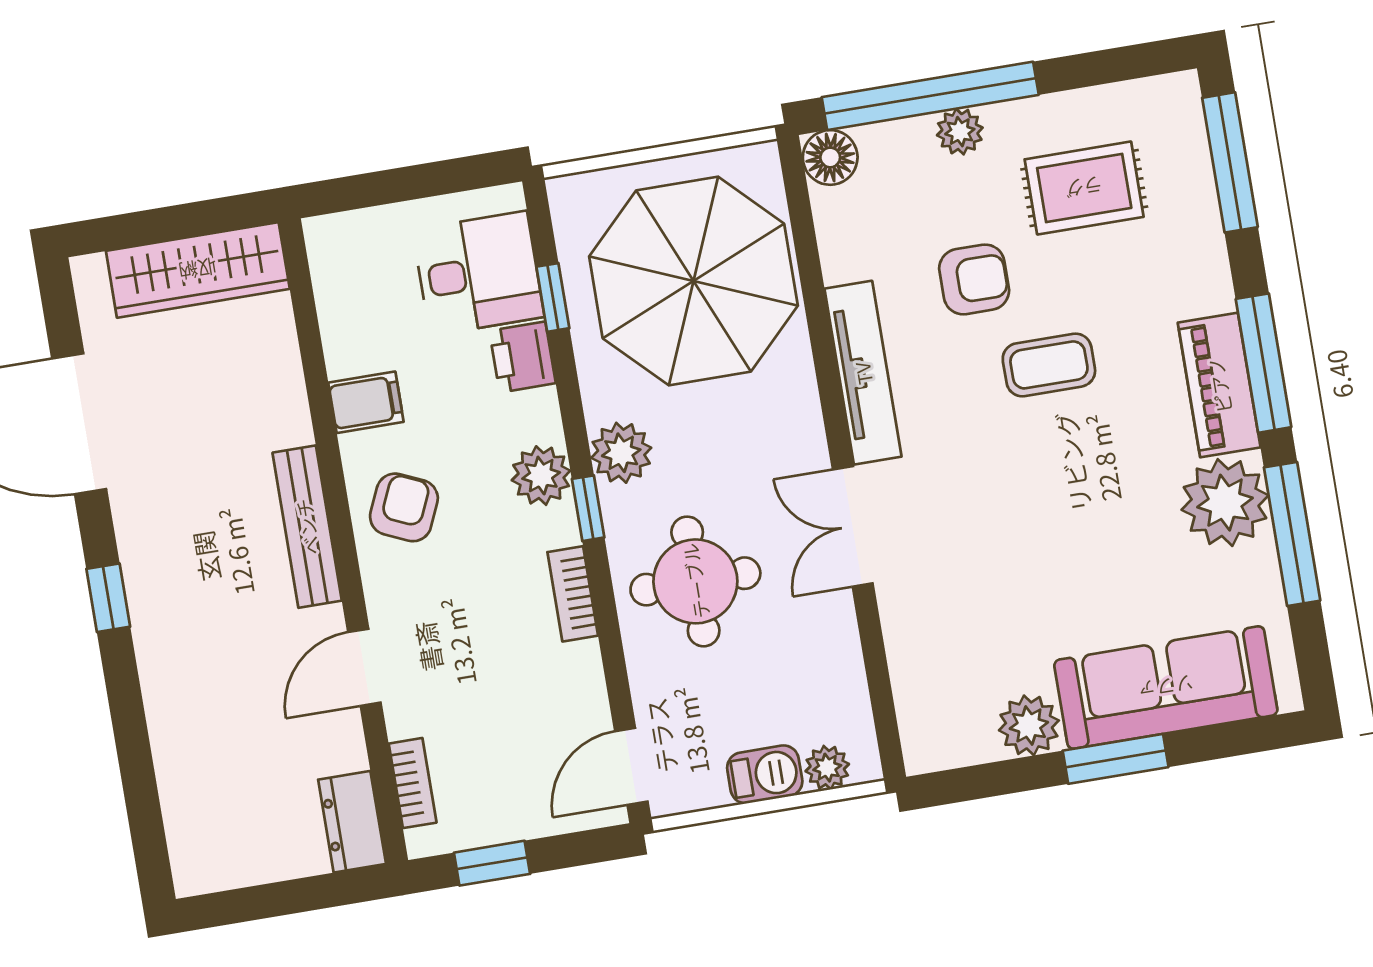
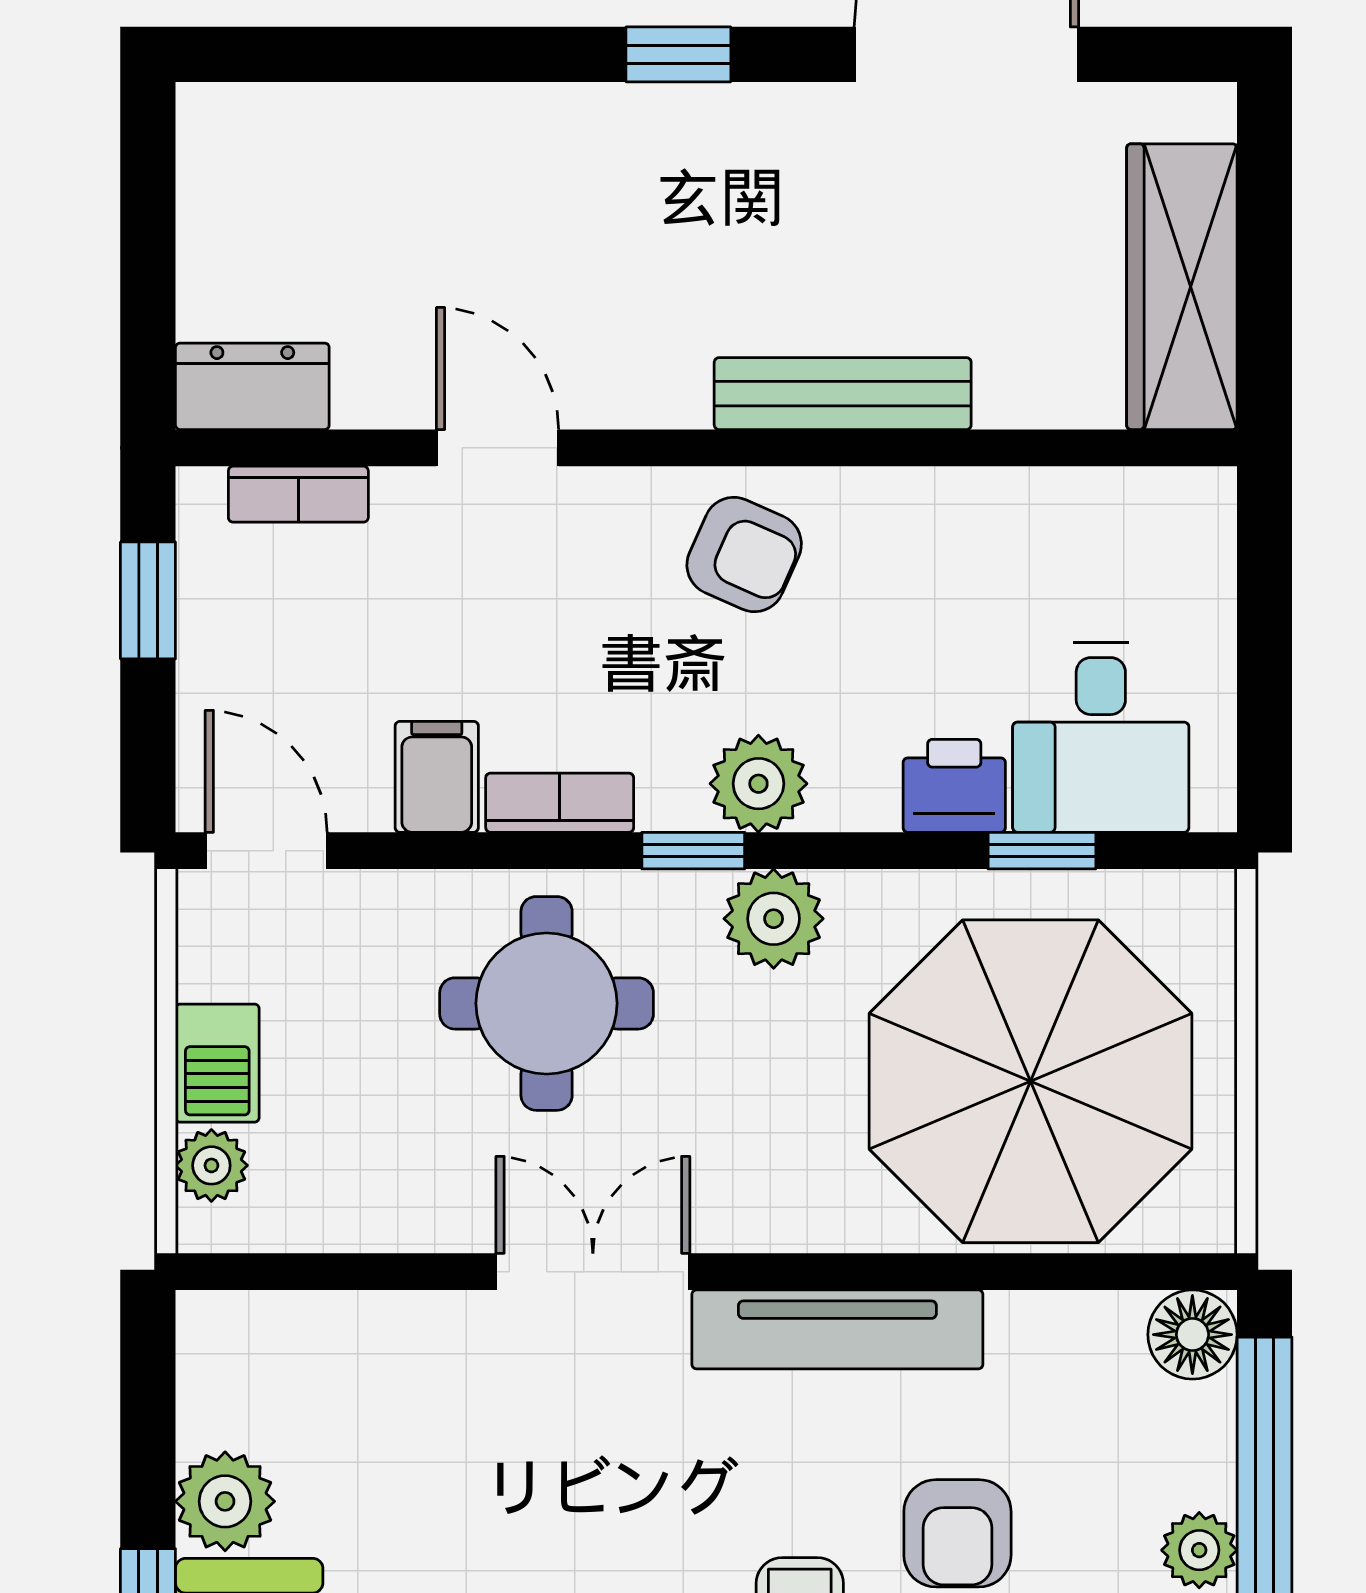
filing cabinet: (366, 402) -> (437, 777), moved, turned 180
bench: (307, 527) -> (843, 394), moved

